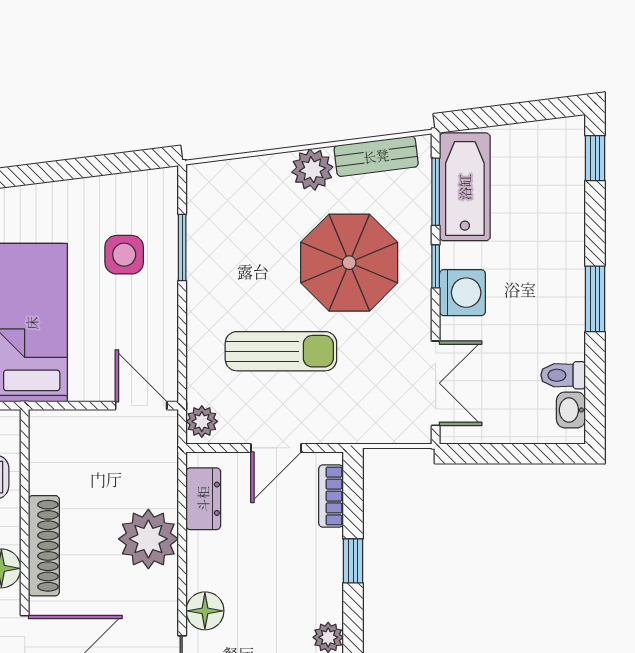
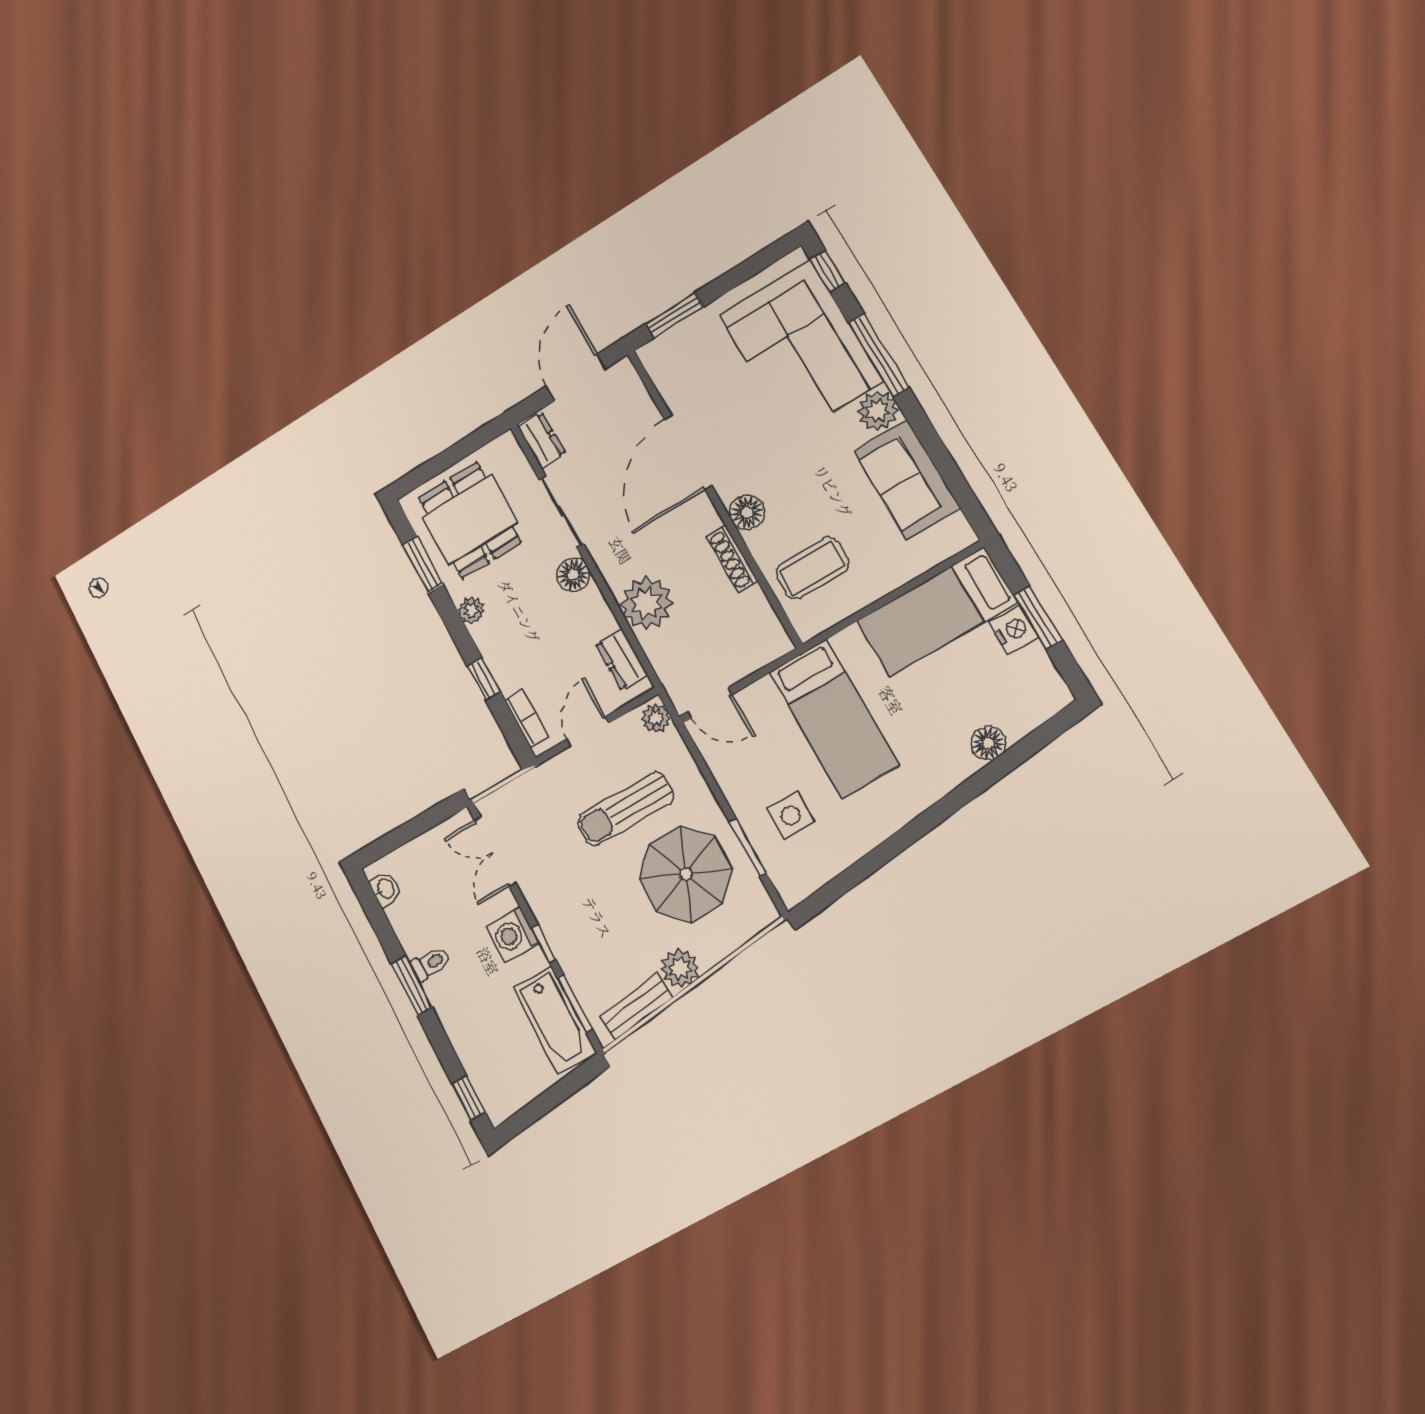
parasol: (349, 263) -> (686, 874), moved
toilet: (563, 375) -> (430, 963), moved
shoe rack: (44, 546) -> (732, 559), width x0.74, depth x0.81

